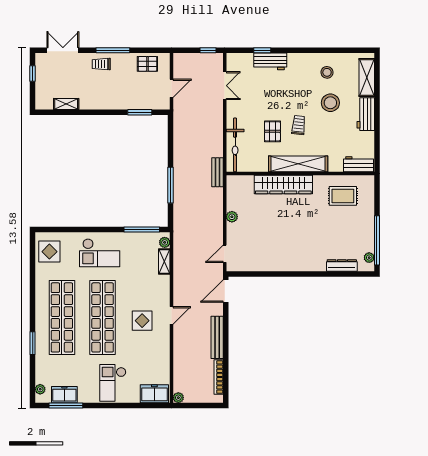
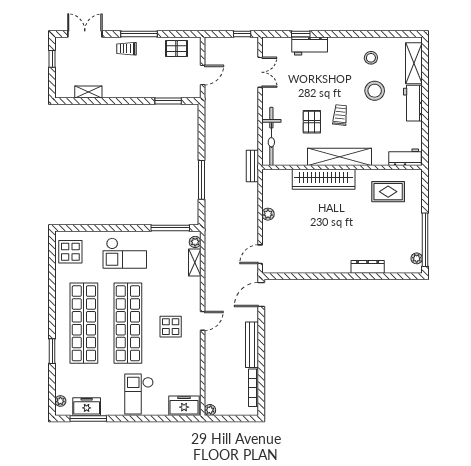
dresser: (342, 265) -> (368, 267), moved

